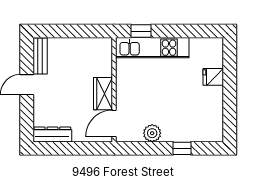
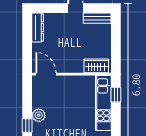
wardrobe: (103, 94) -> (96, 66), moved
plant: (152, 133) -> (39, 115), moved

